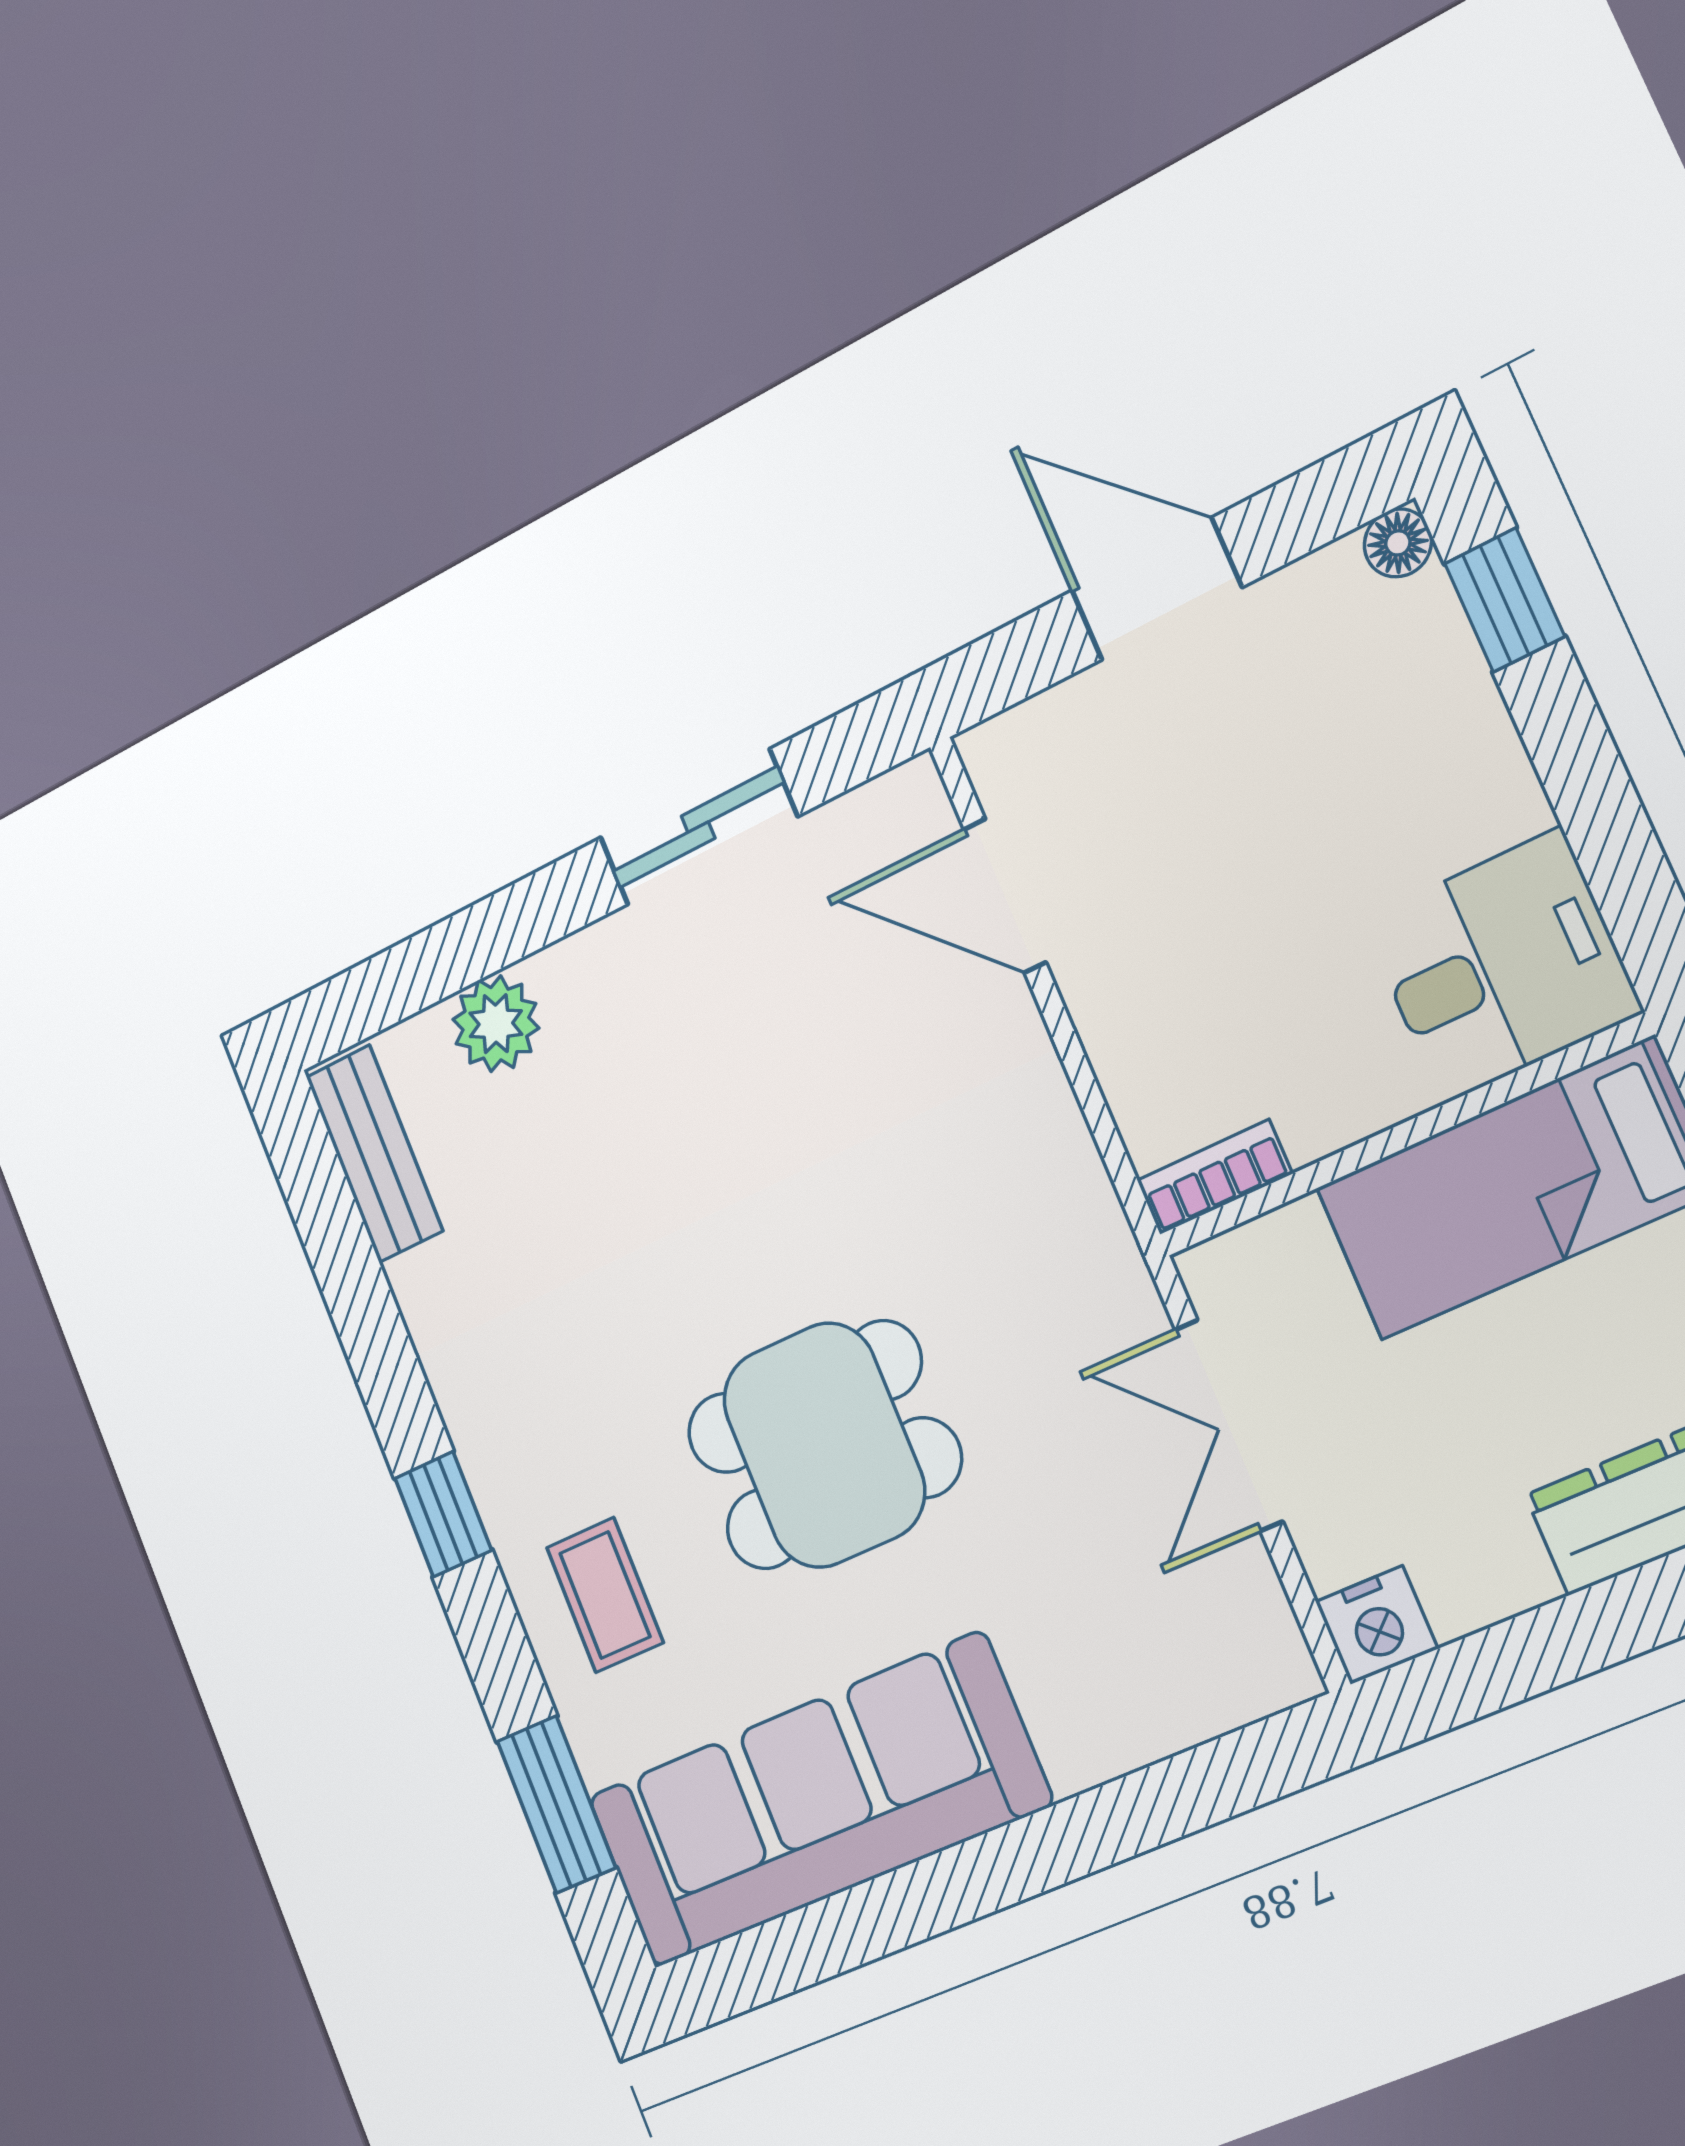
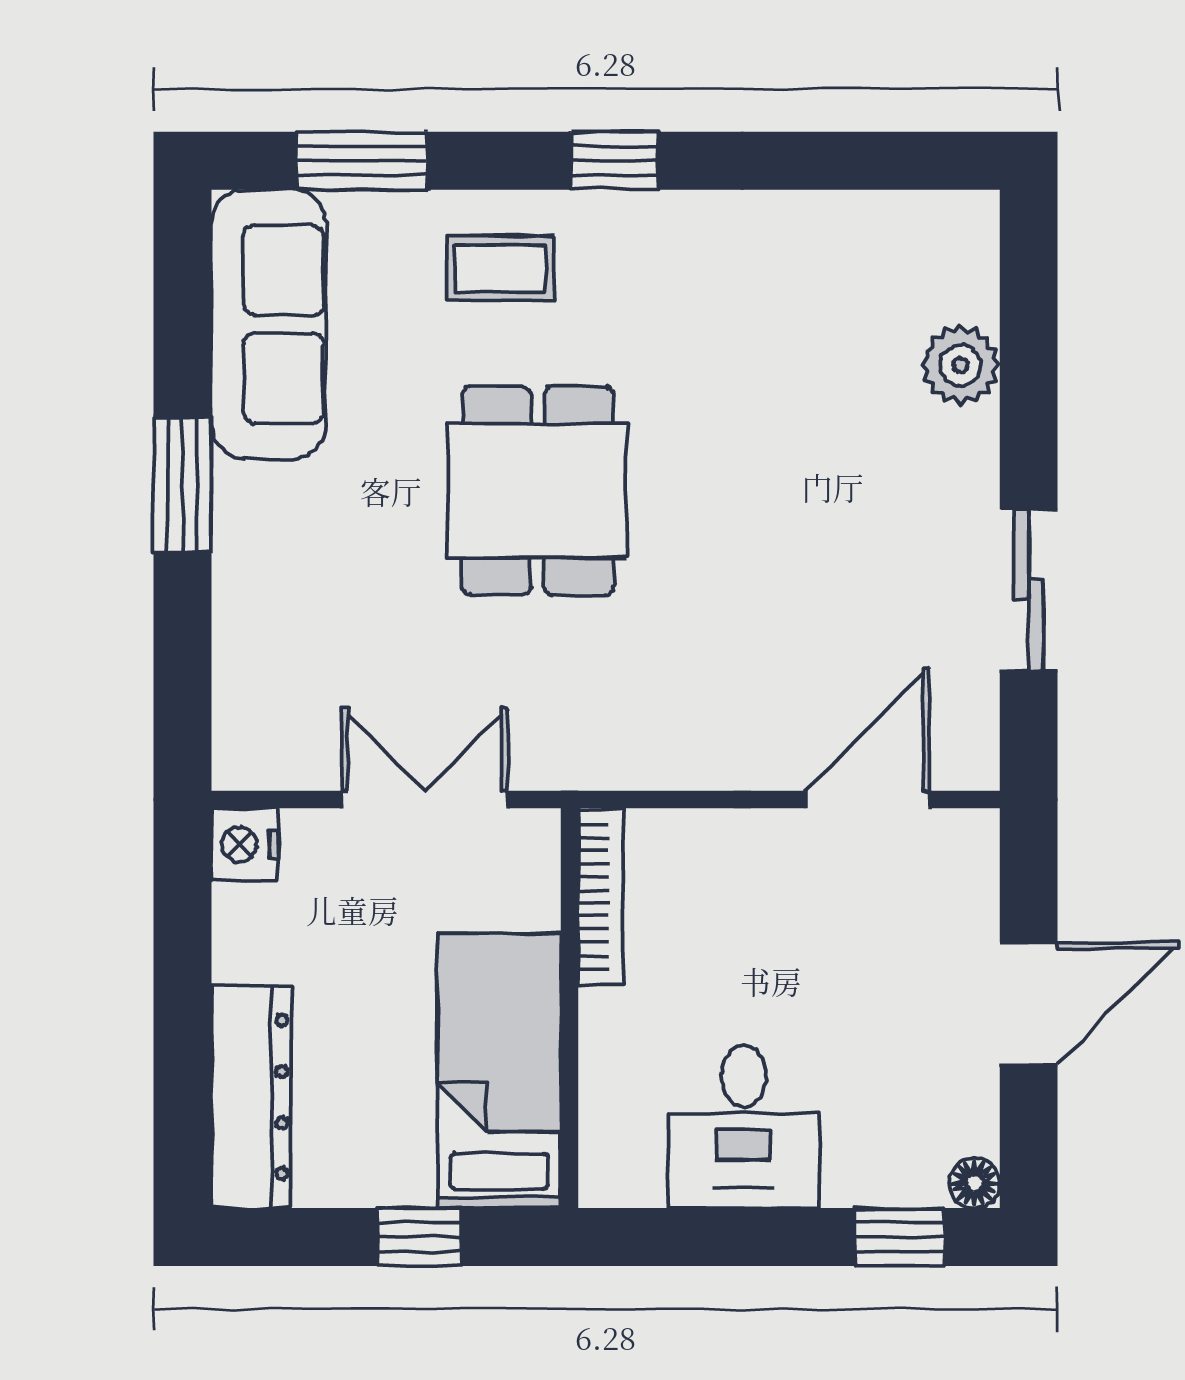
desk: (1502, 966) -> (744, 1127), moved
bench: (374, 1154) -> (910, 222), removed
bookcase: (1214, 1177) -> (601, 897), width x1.56
sofa: (817, 1801) -> (269, 324), width x0.74, depth x0.79
window: (990, 1872) -> (183, 485), added

